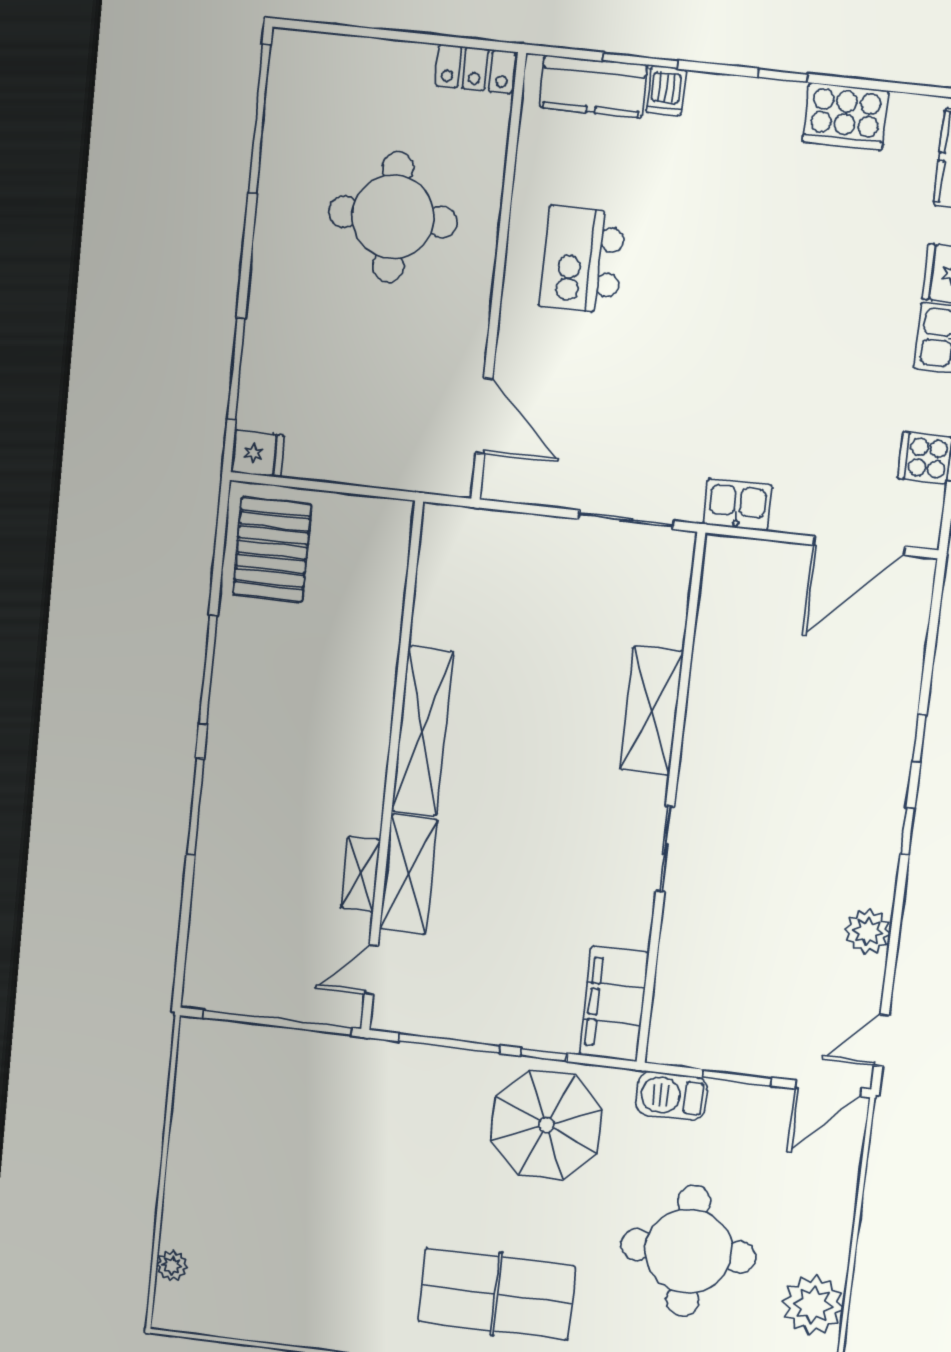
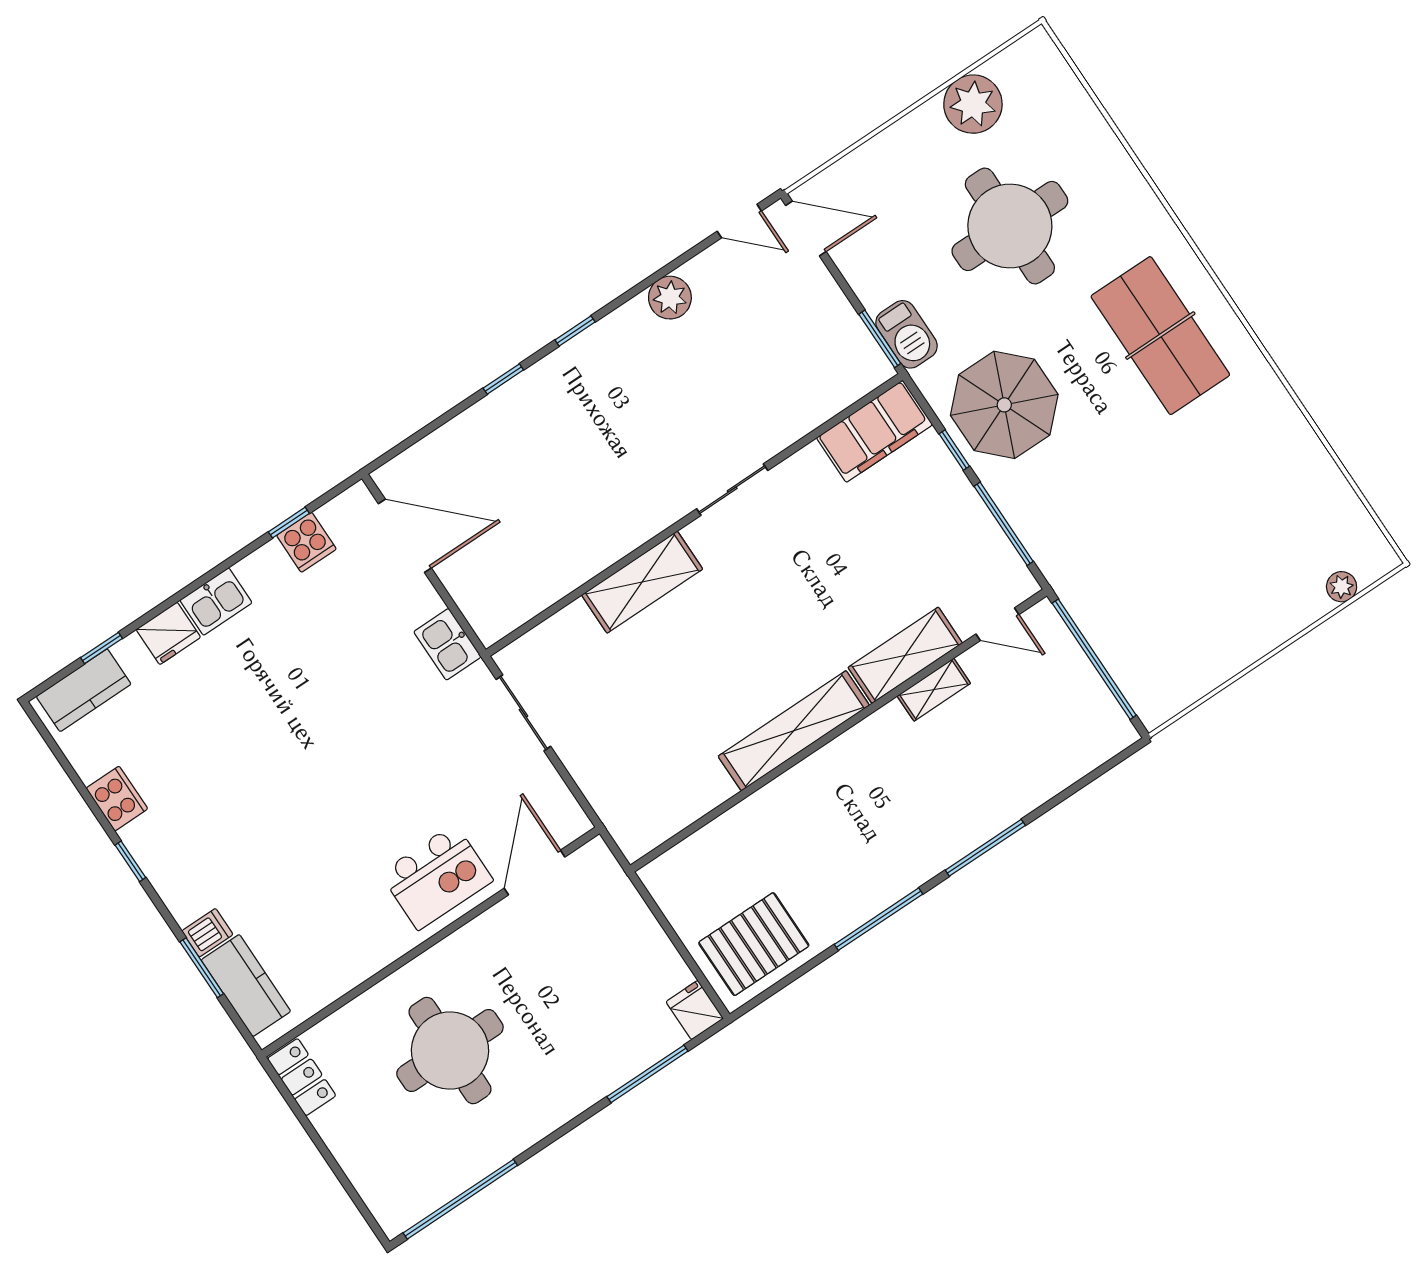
cooker: (845, 116) -> (117, 798), width x0.73, depth x0.76
kitchen island: (583, 260) -> (437, 877), moved
window: (737, 1078) -> (880, 339), moved

